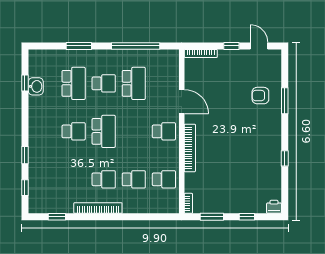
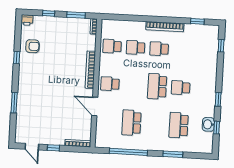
school desk: (104, 83) -> (155, 124), removed
armchair: (260, 96) -> (32, 46), moved
window: (25, 155) -> (218, 99), moved

